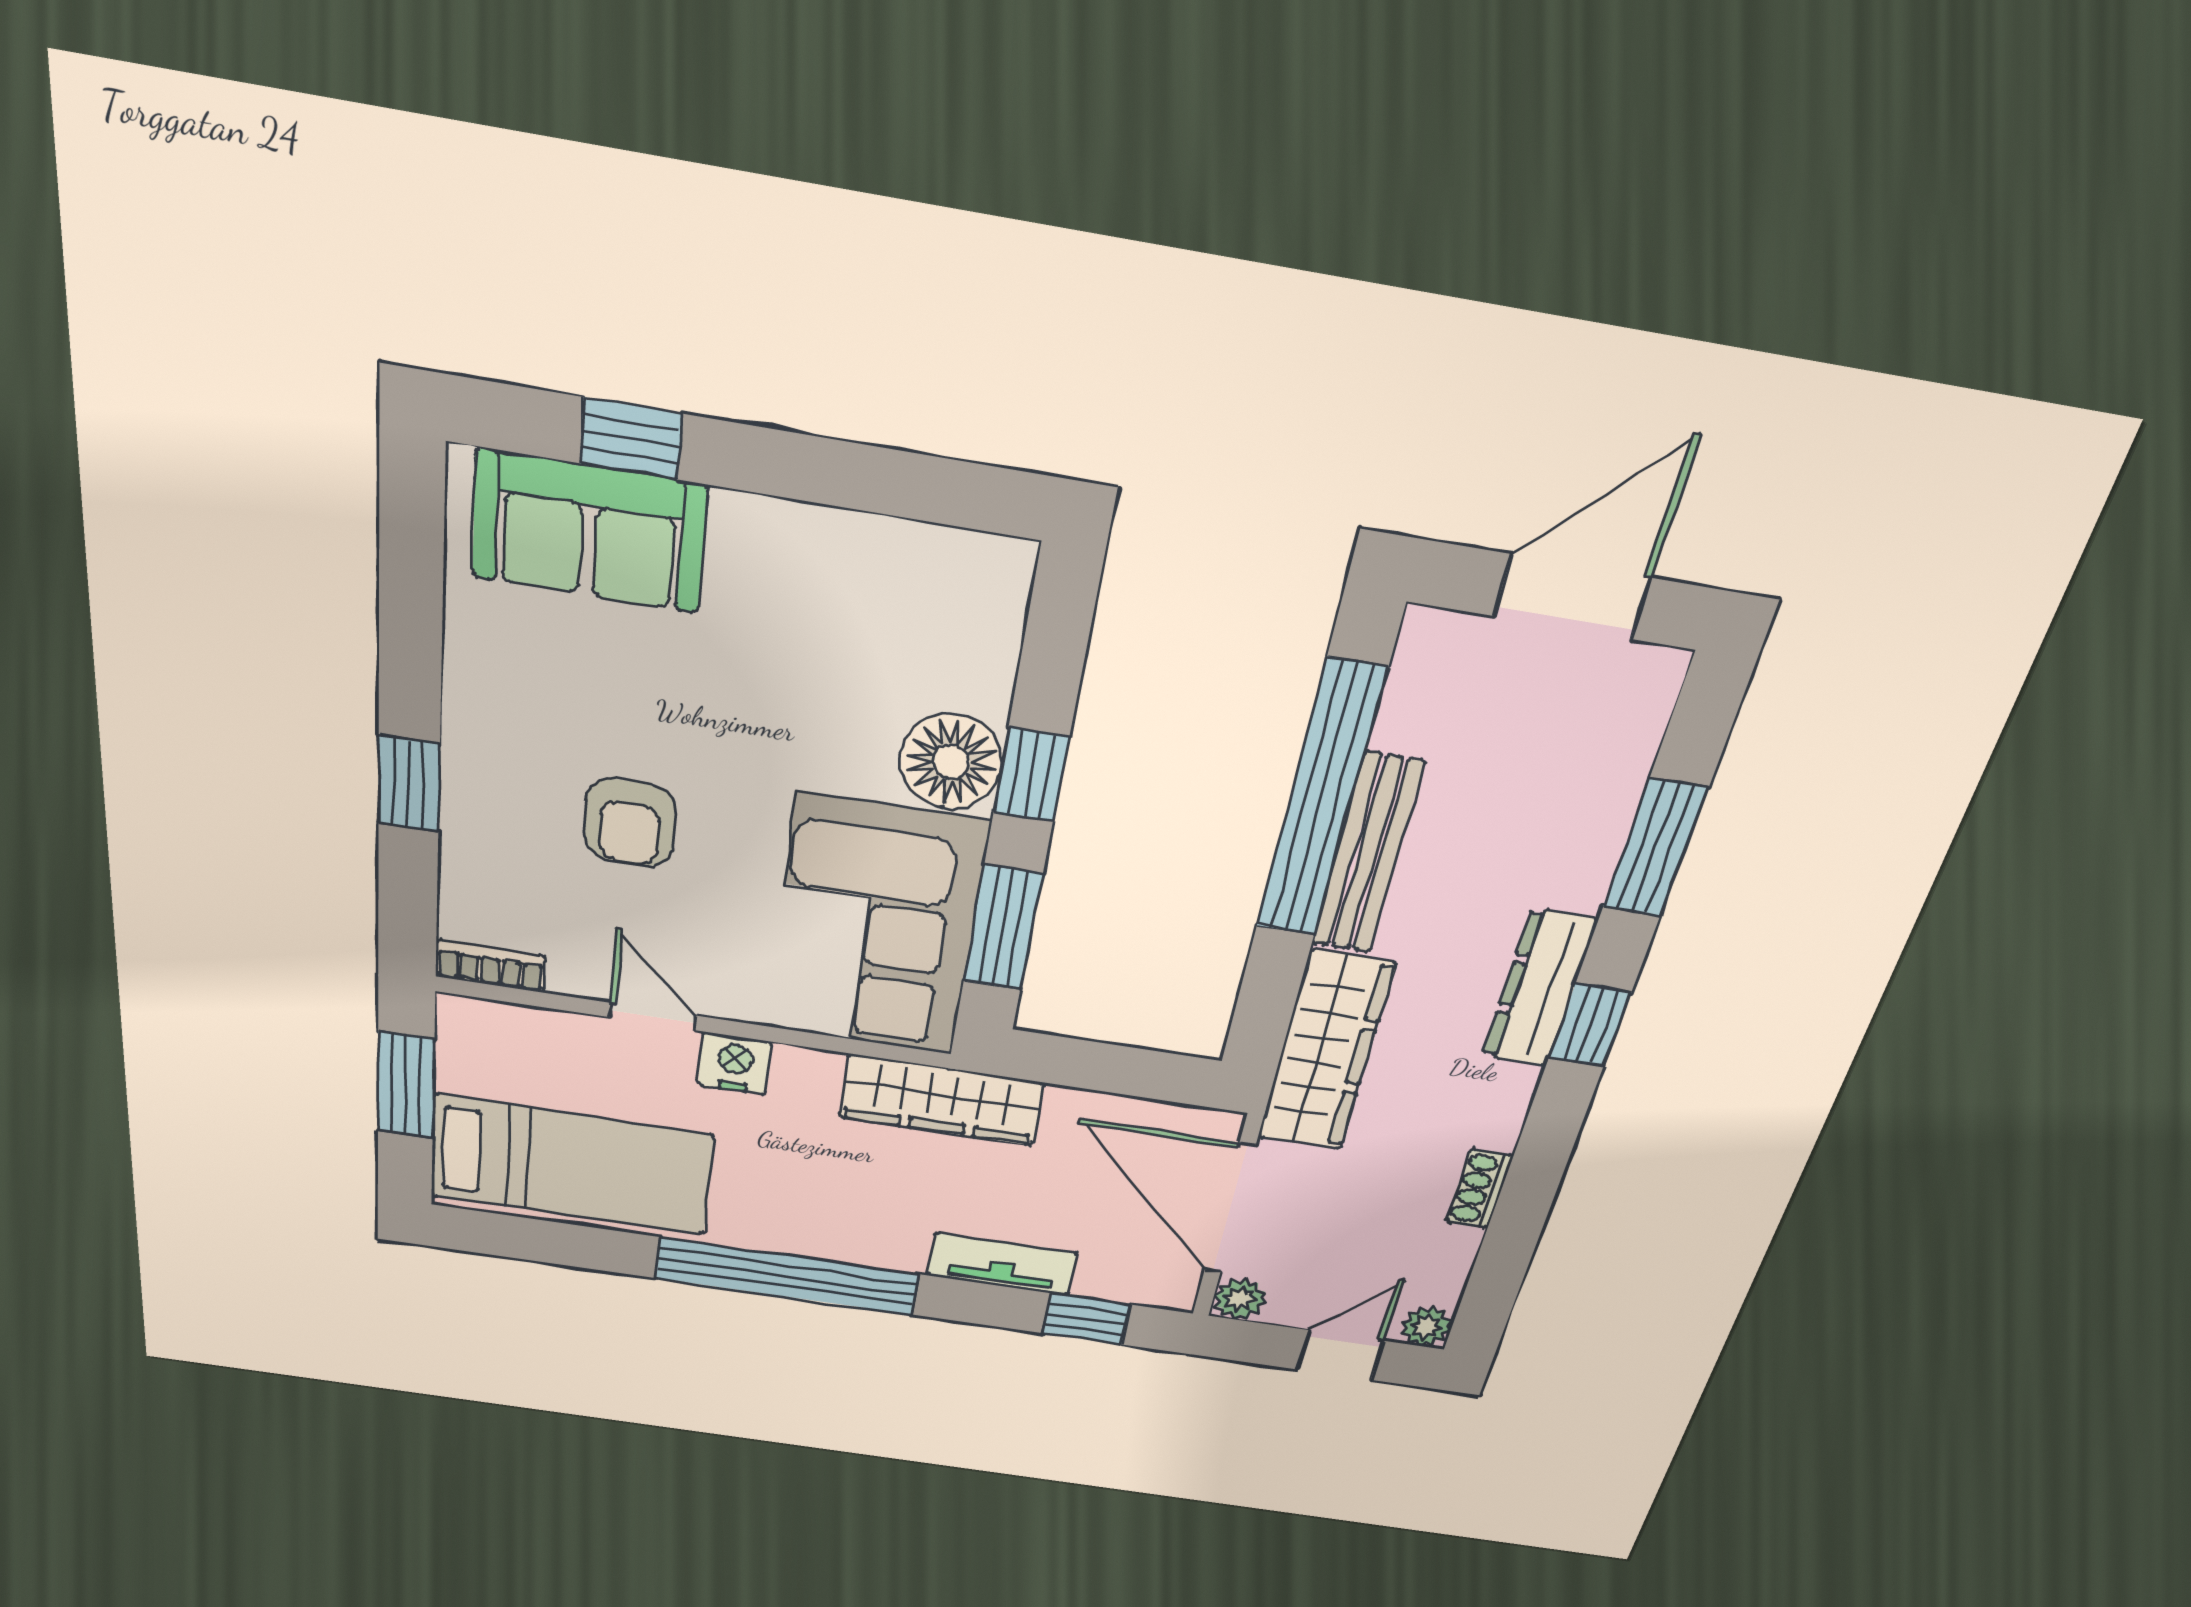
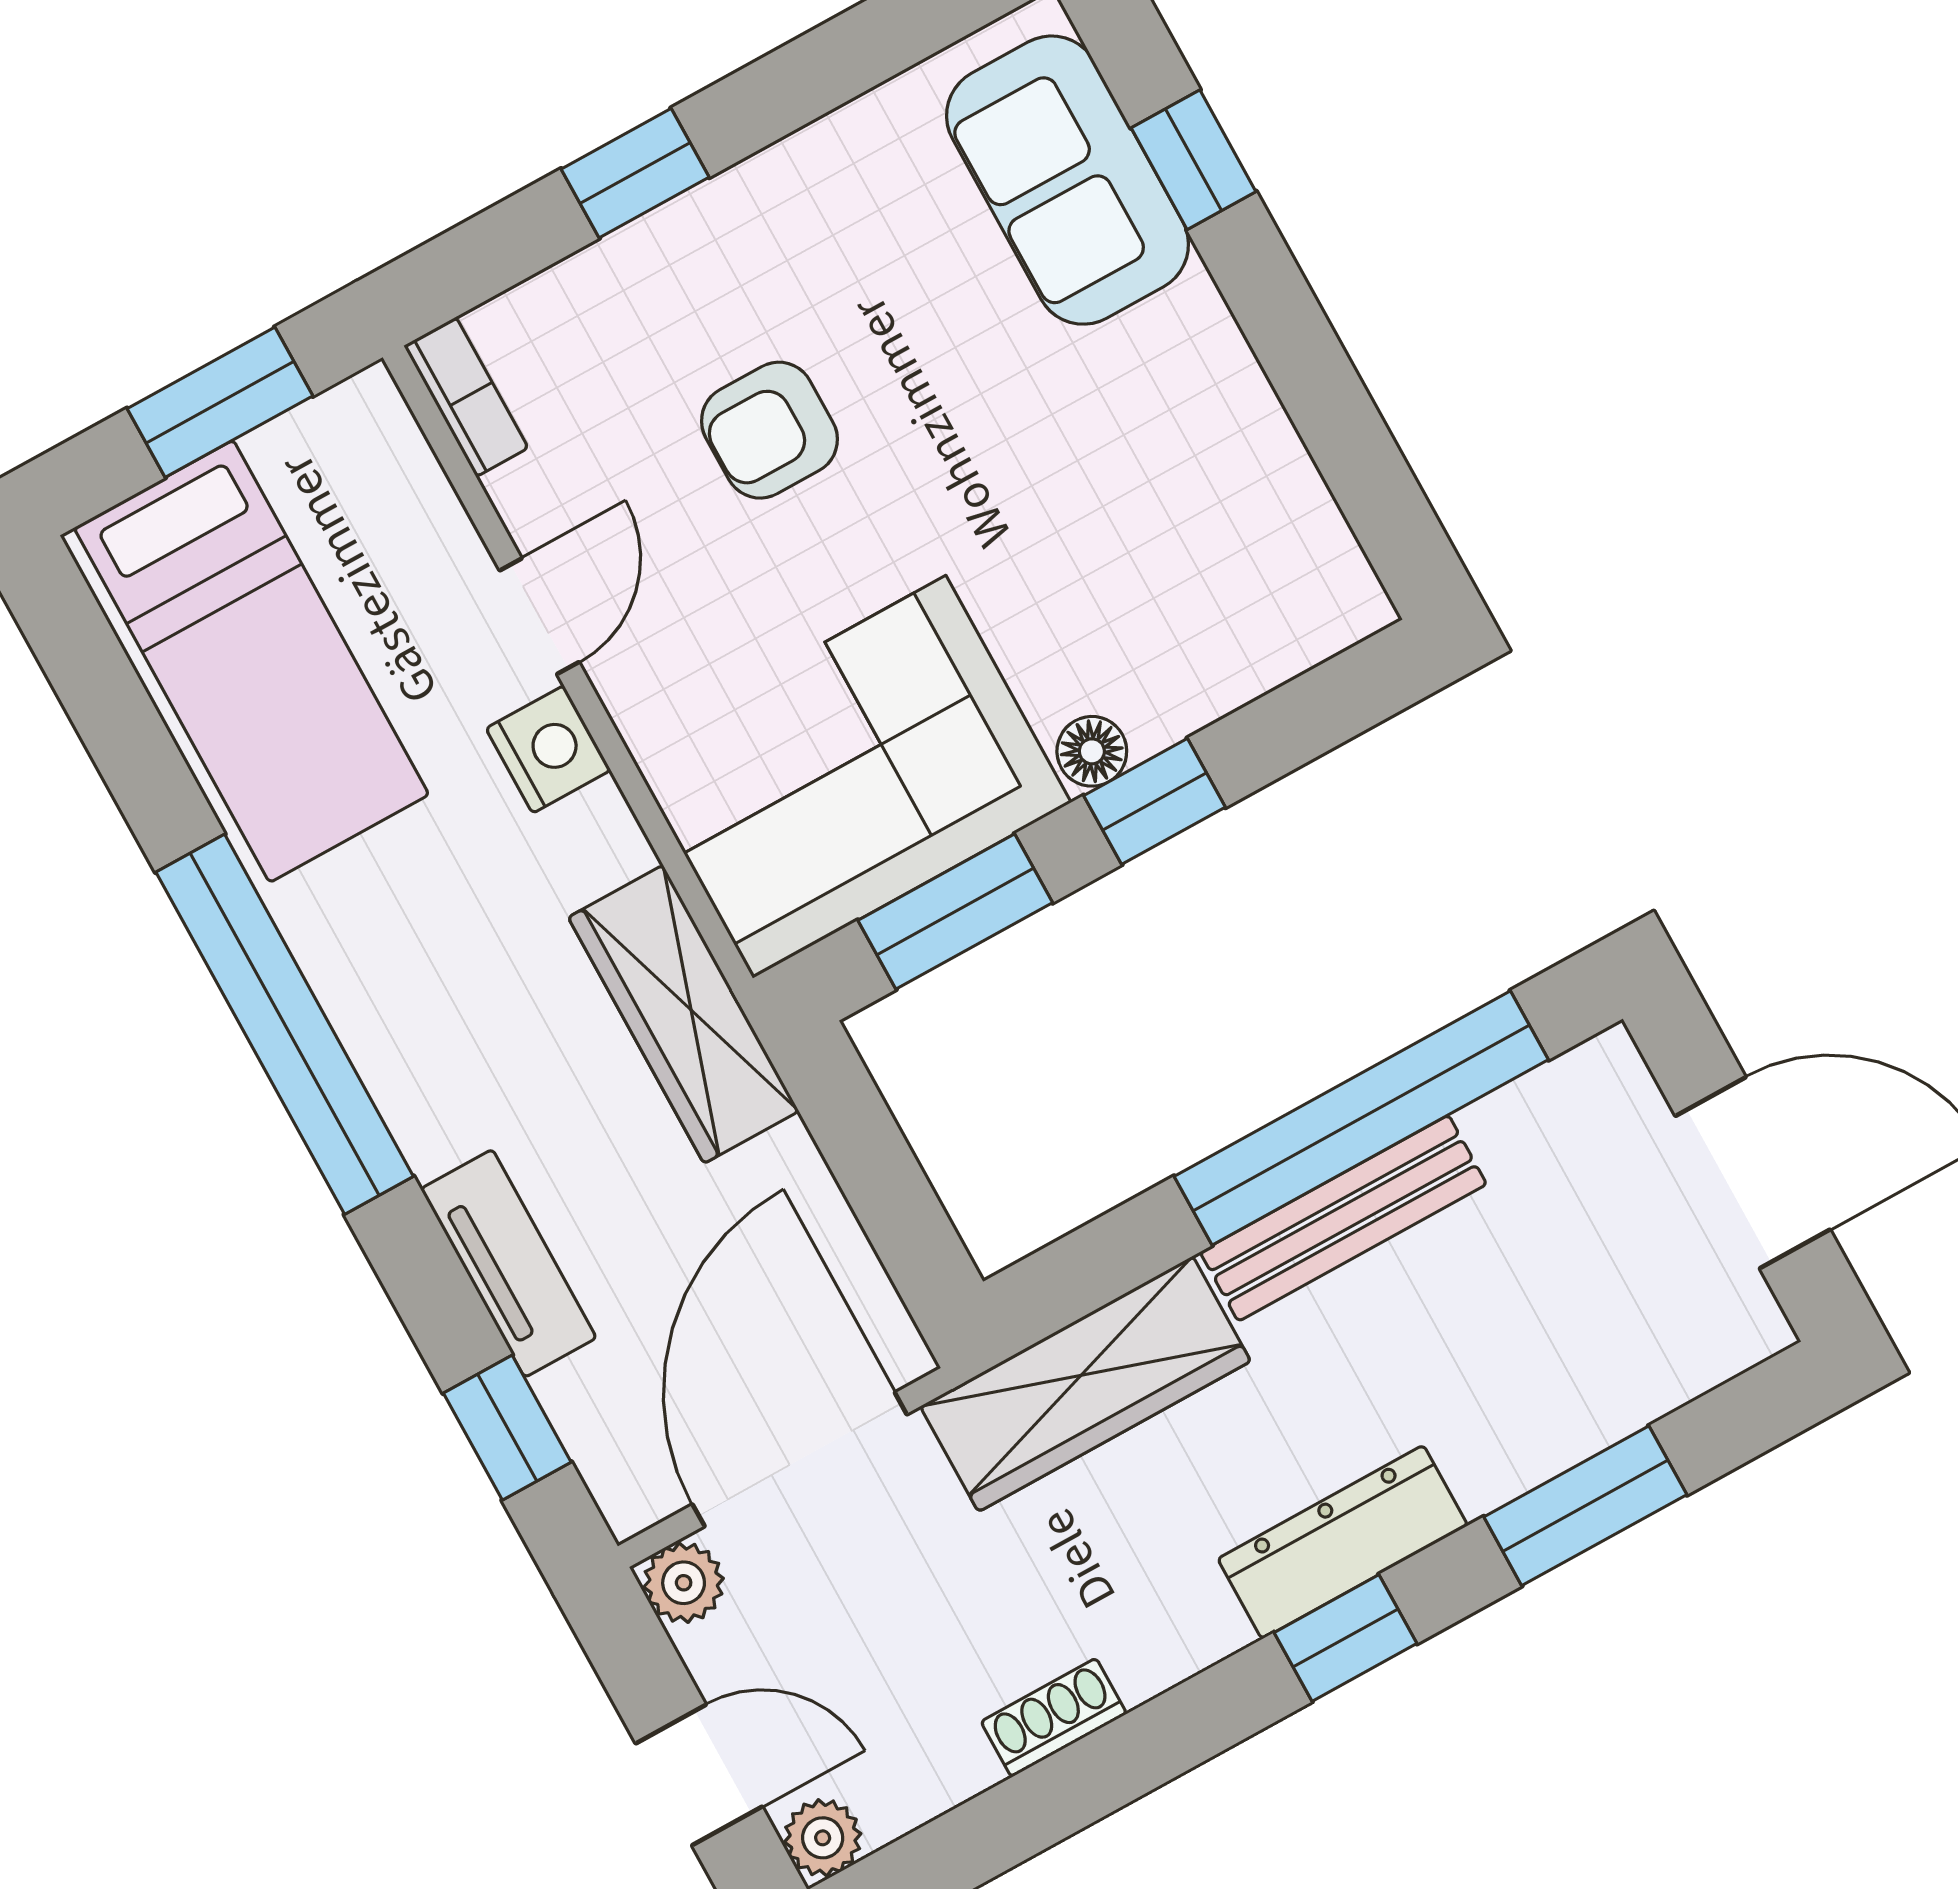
floor lamp: (951, 762) -> (1092, 751), width x0.53, depth x0.53

